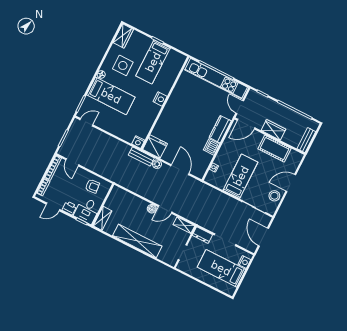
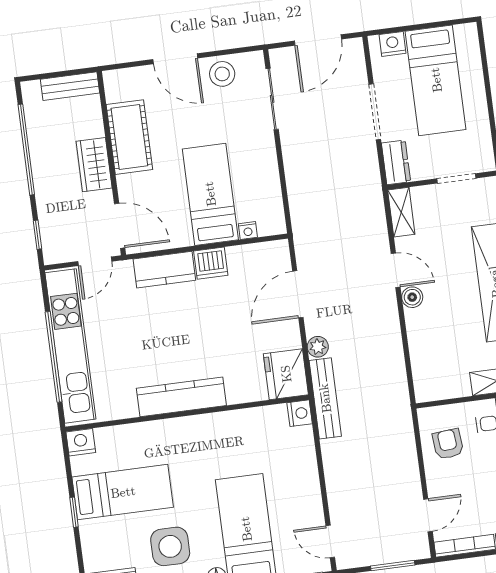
nightstand: (160, 99) -> (81, 442), moved
kitchen counter: (172, 105) -> (181, 397), added
bench: (141, 156) -> (325, 398), width x1.36
bed: (241, 176) -> (210, 194), moved, turned 90

